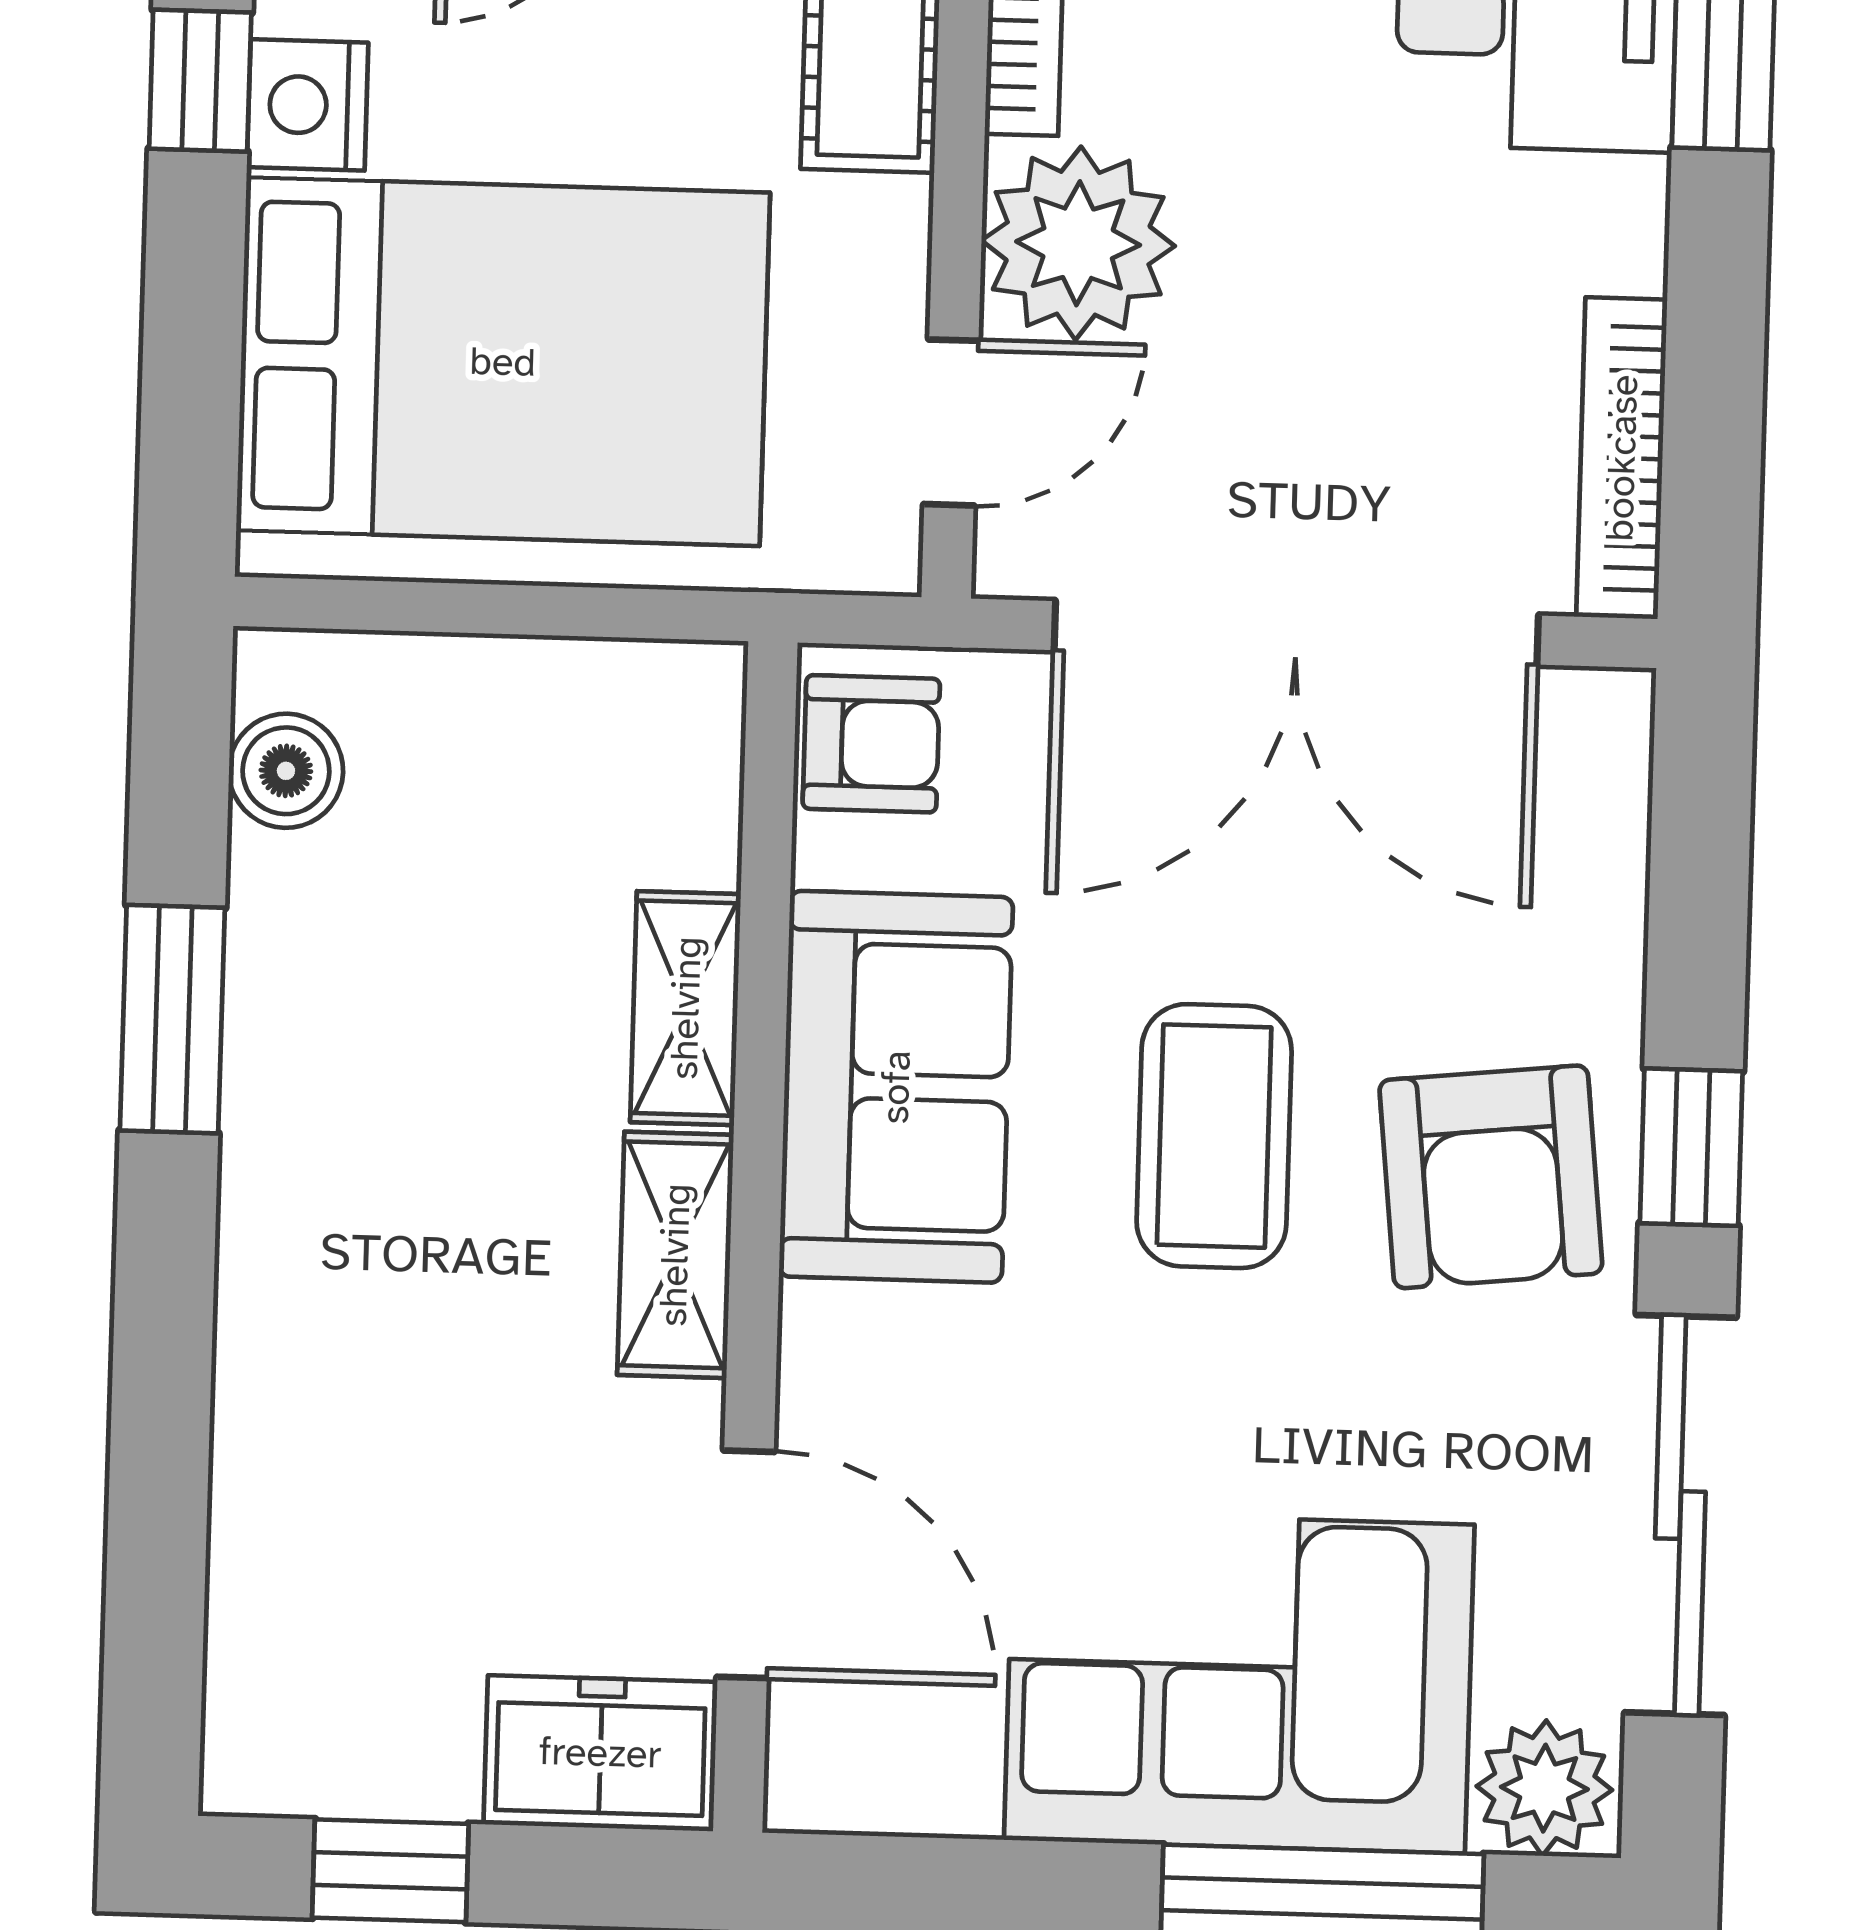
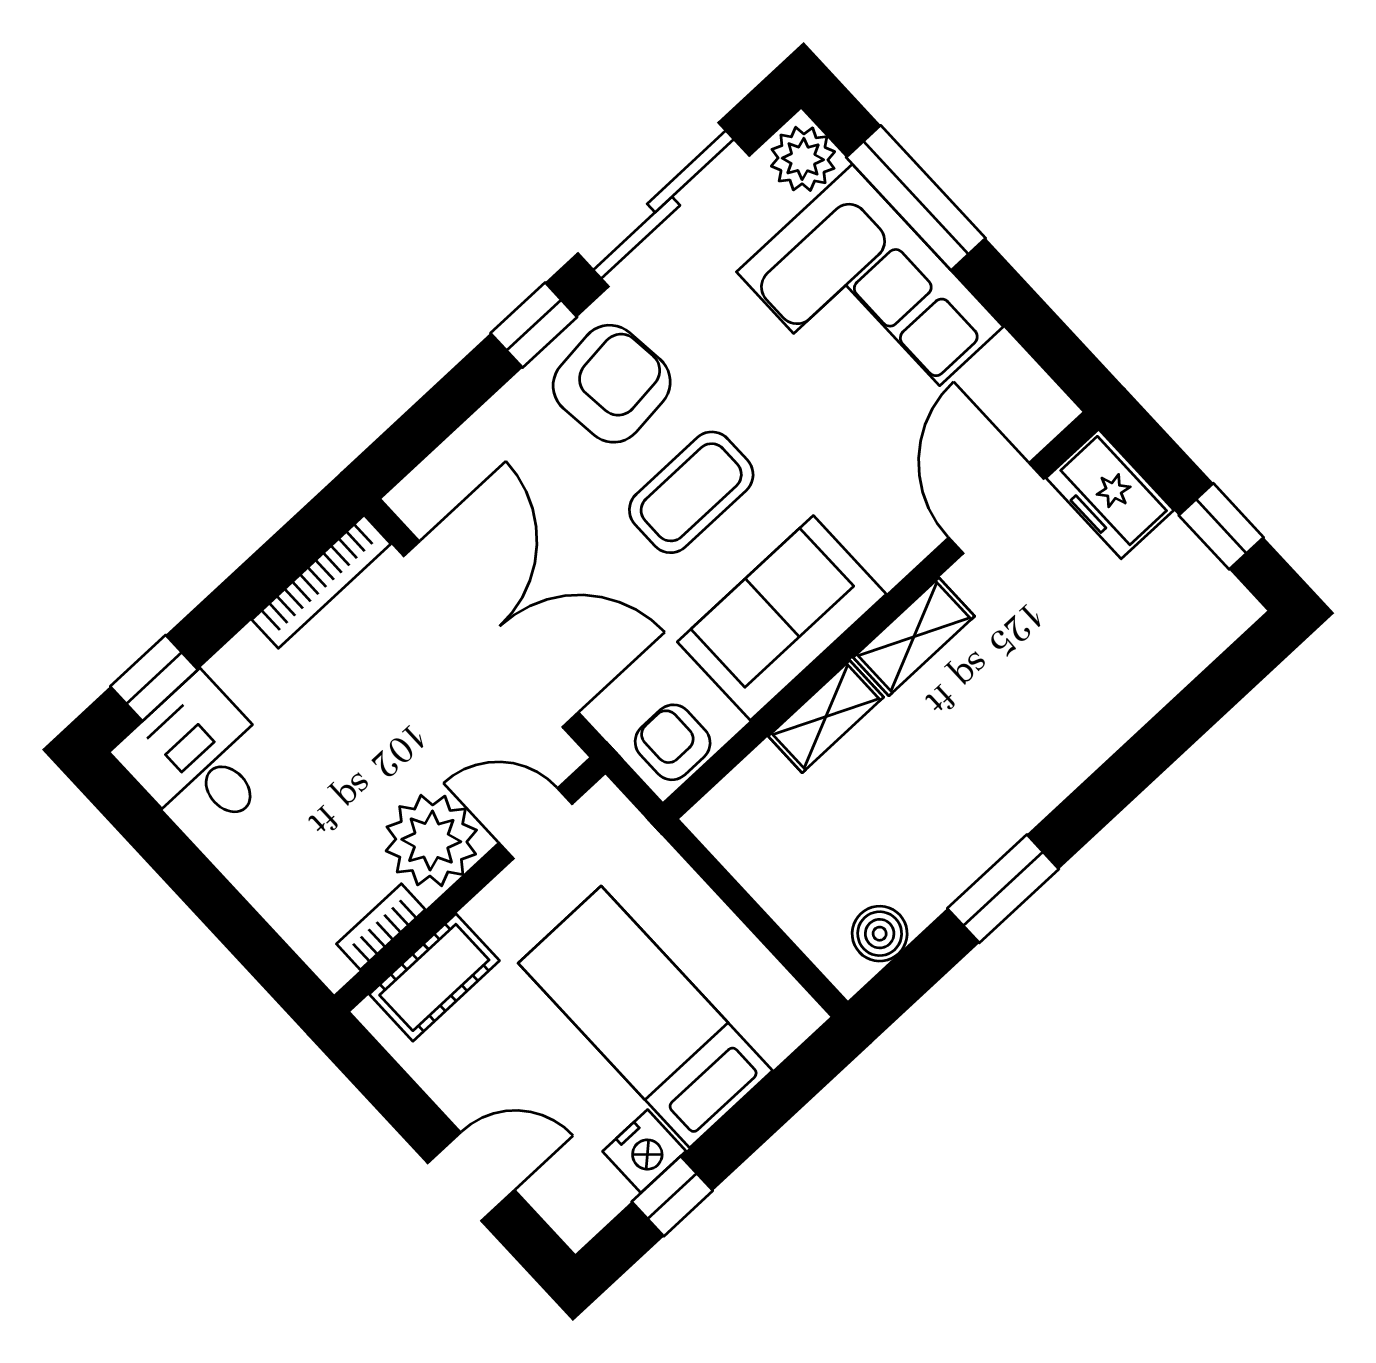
bed: (503, 362) -> (645, 1017), width x0.67

